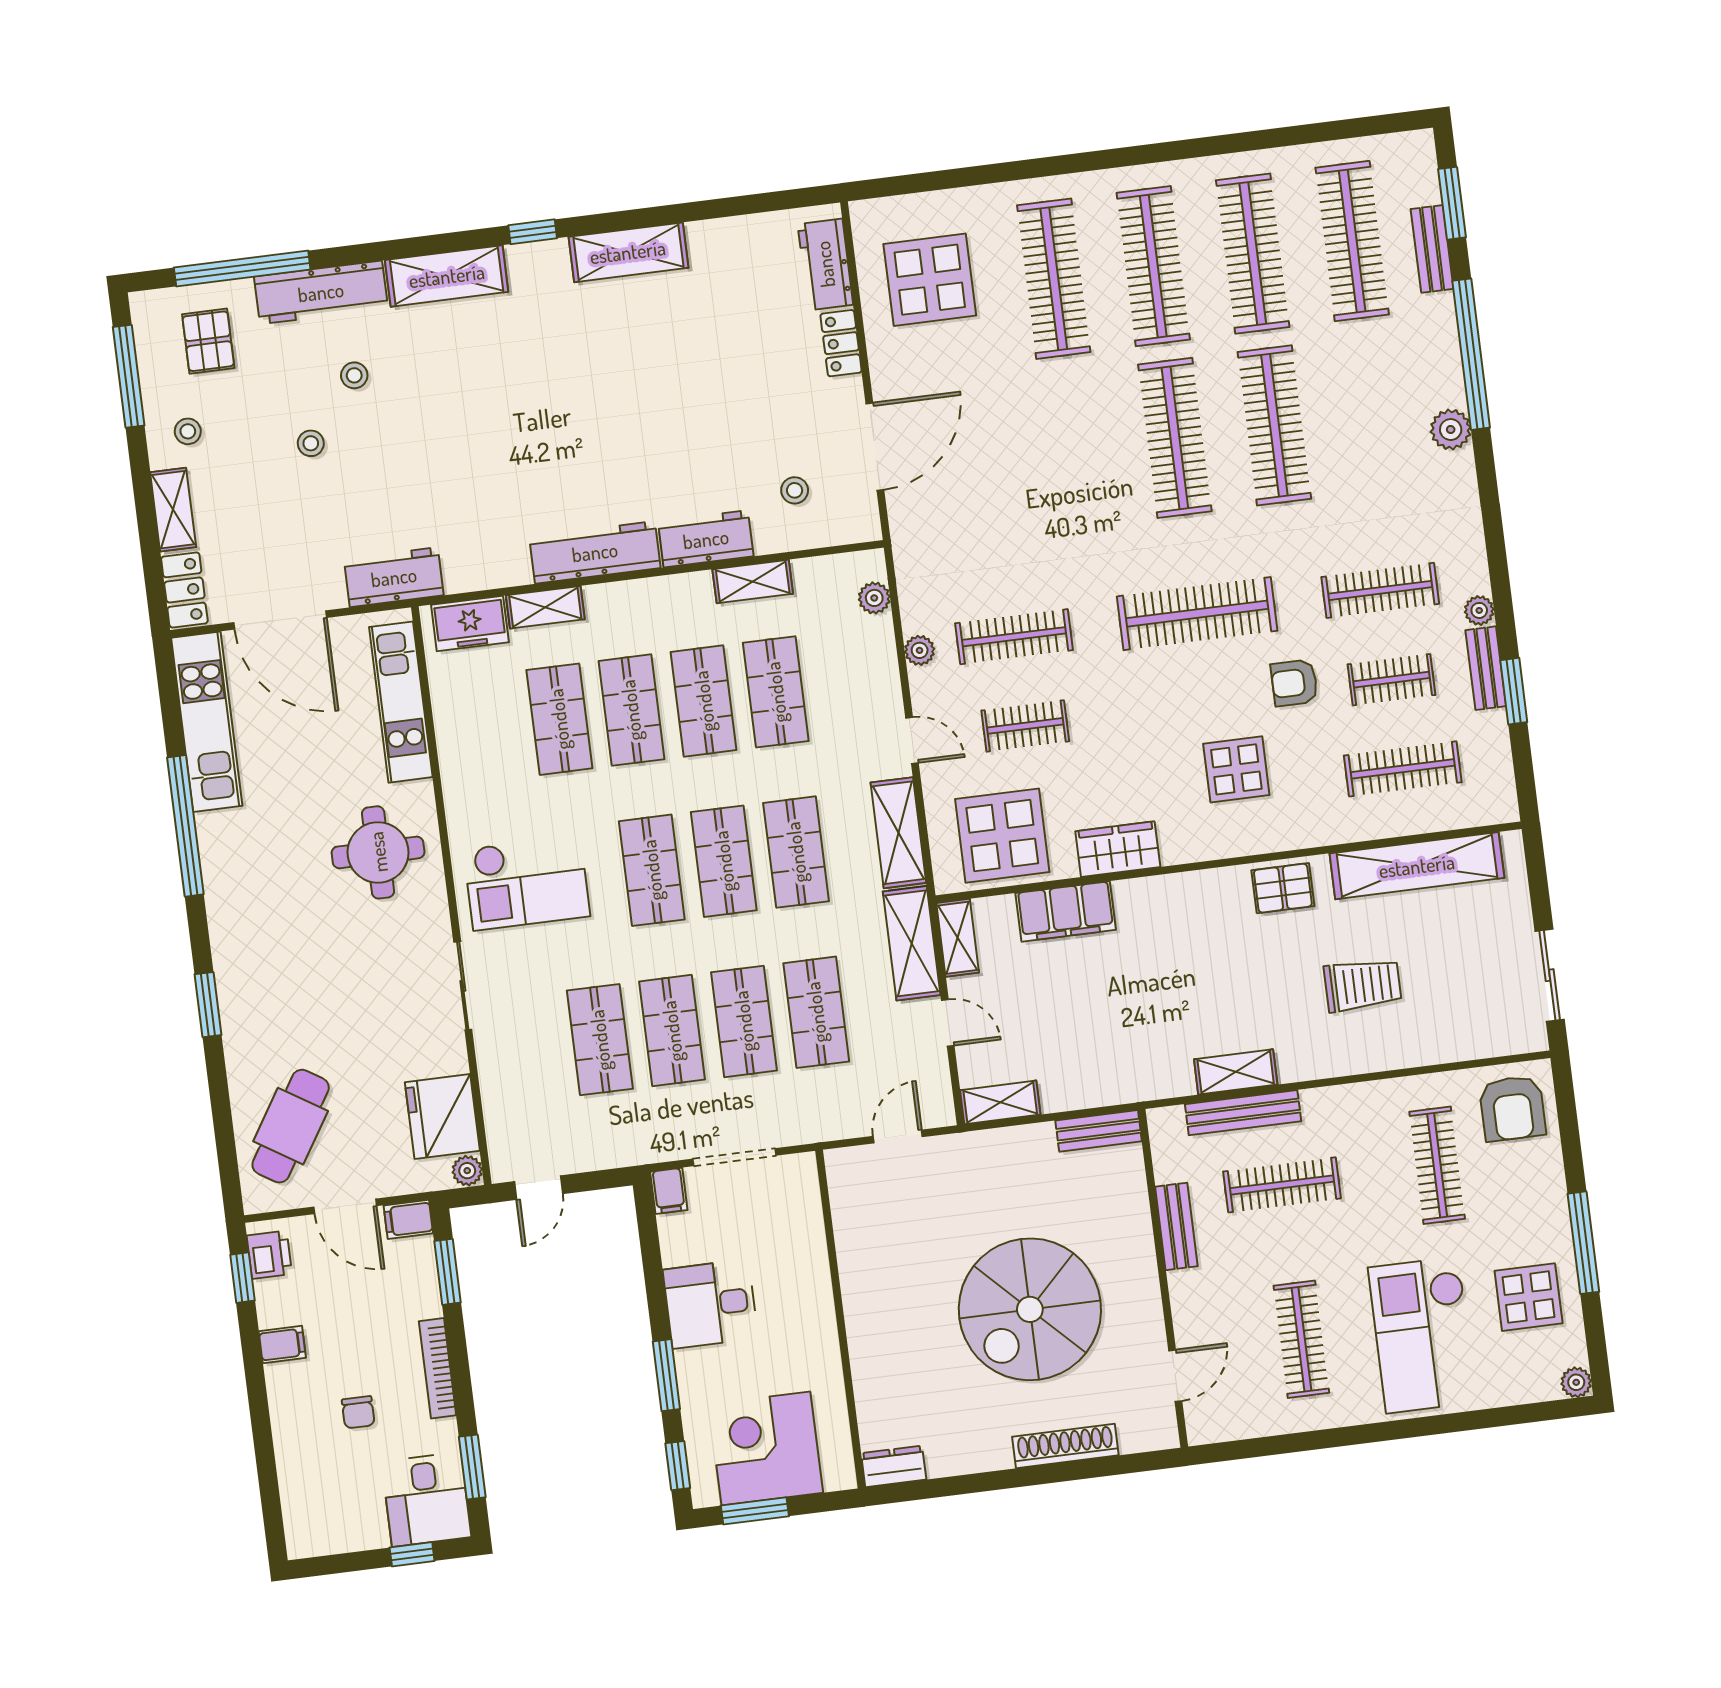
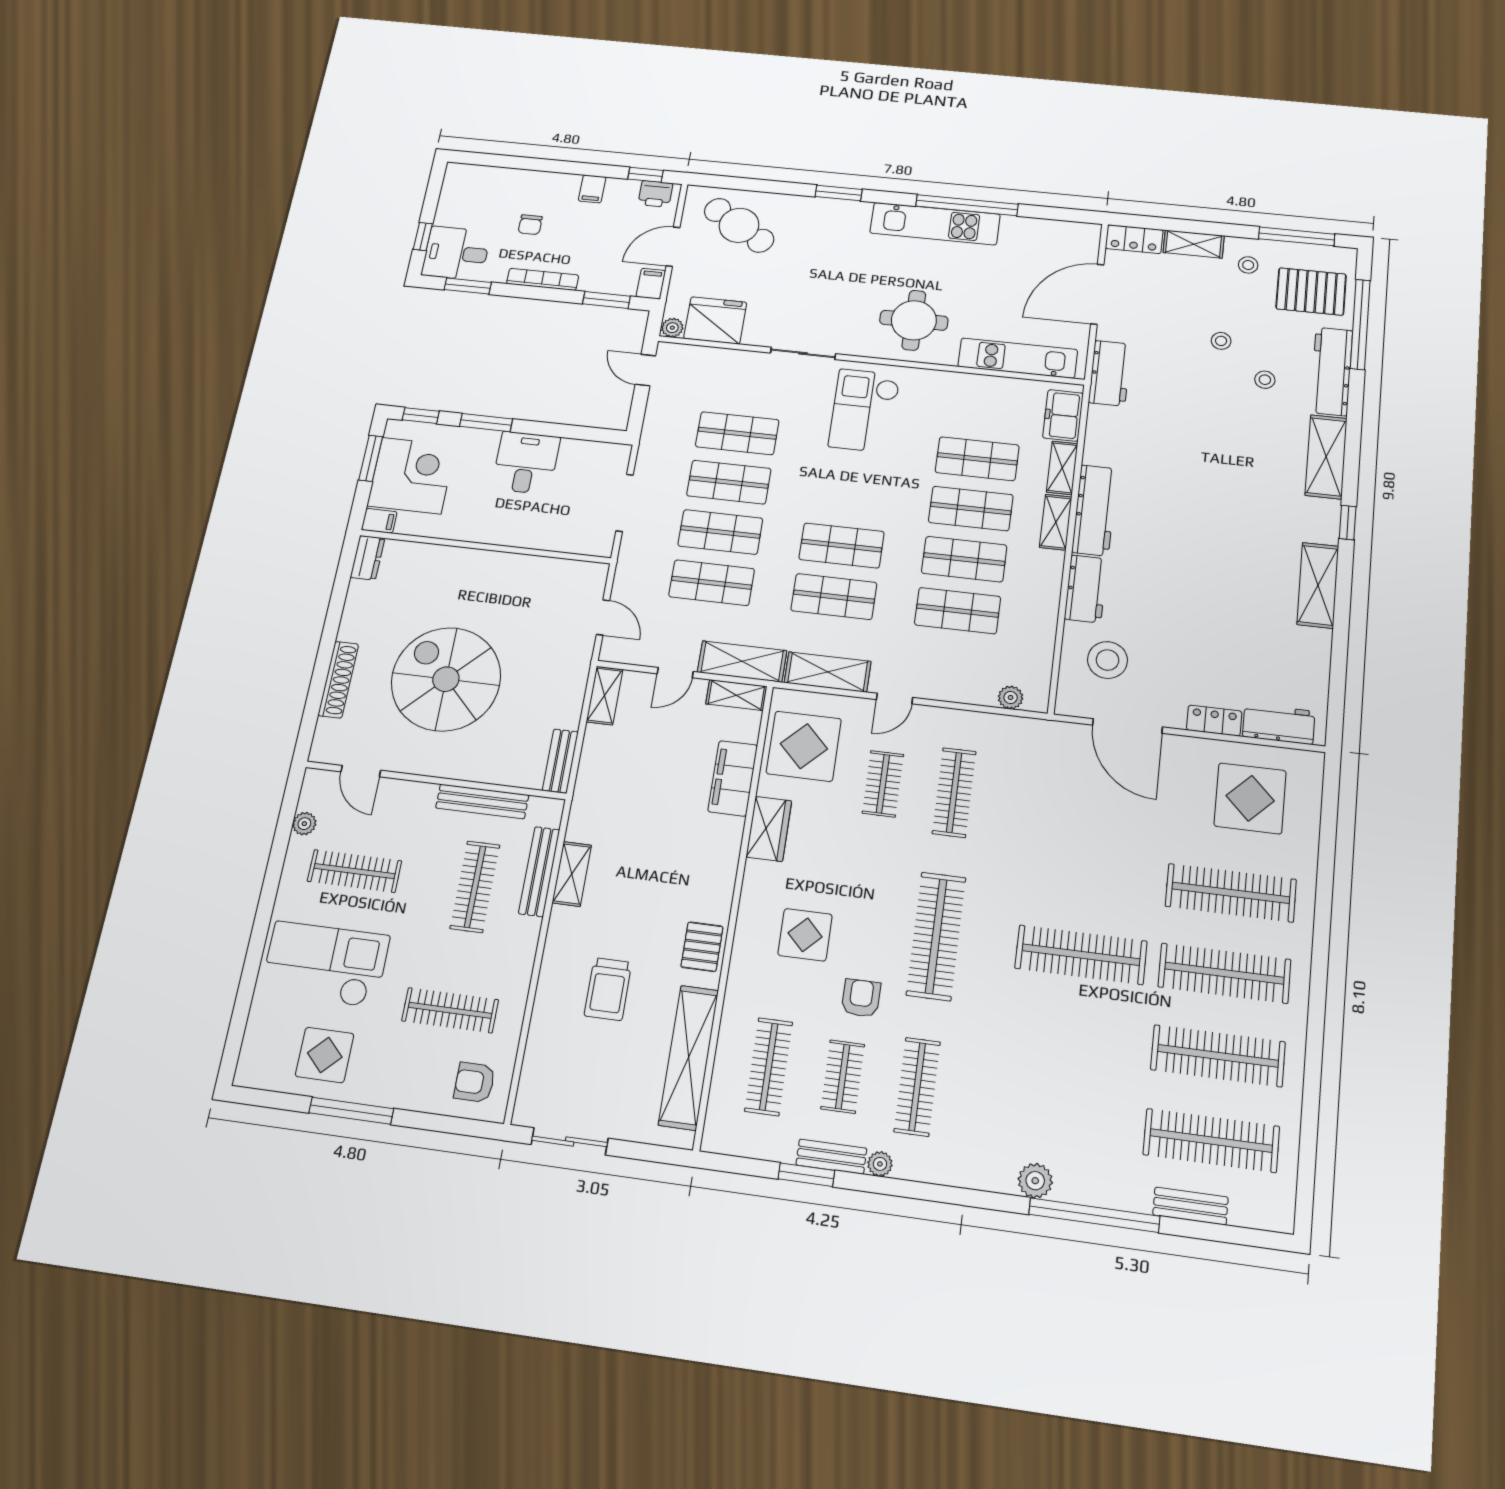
window: (1452, 203) -> (1226, 1234), removed
pallet: (208, 341) -> (1311, 292), width x1.50, depth x1.42
clothes rail: (1274, 425) -> (1073, 1036), removed
stool: (795, 490) -> (1108, 660), width x1.89, depth x1.89
shelving: (753, 581) -> (1056, 522), moved
plant: (920, 650) -> (962, 721), removed
kitchen unit: (207, 722) -> (935, 224), moved
shop shelf: (652, 870) -> (849, 495), removed
armchair: (1512, 1108) -> (475, 1082), width x0.72, depth x0.72
filing cabinet: (669, 1191) -> (379, 521), moved, turned 180
bench: (1176, 1226) -> (482, 801), width x1.36
plant: (1576, 1382) -> (304, 824), moved
chair: (358, 1412) -> (530, 225), turned -90

